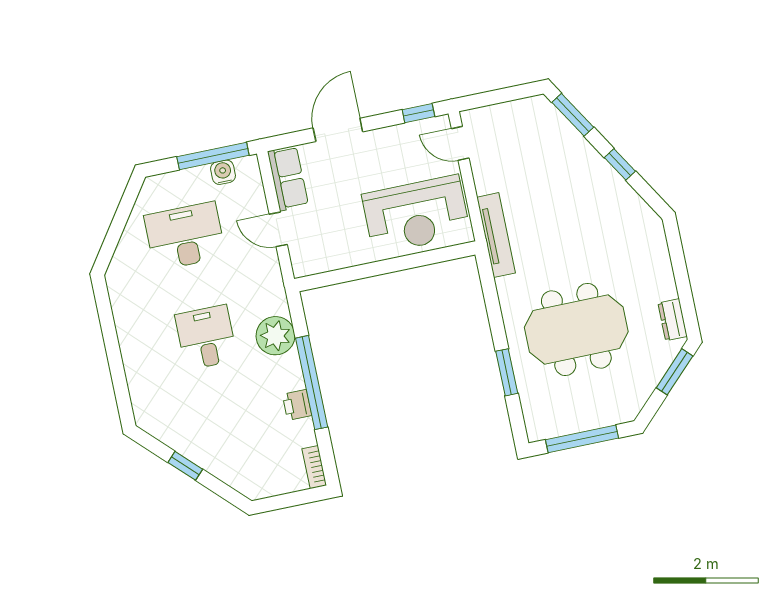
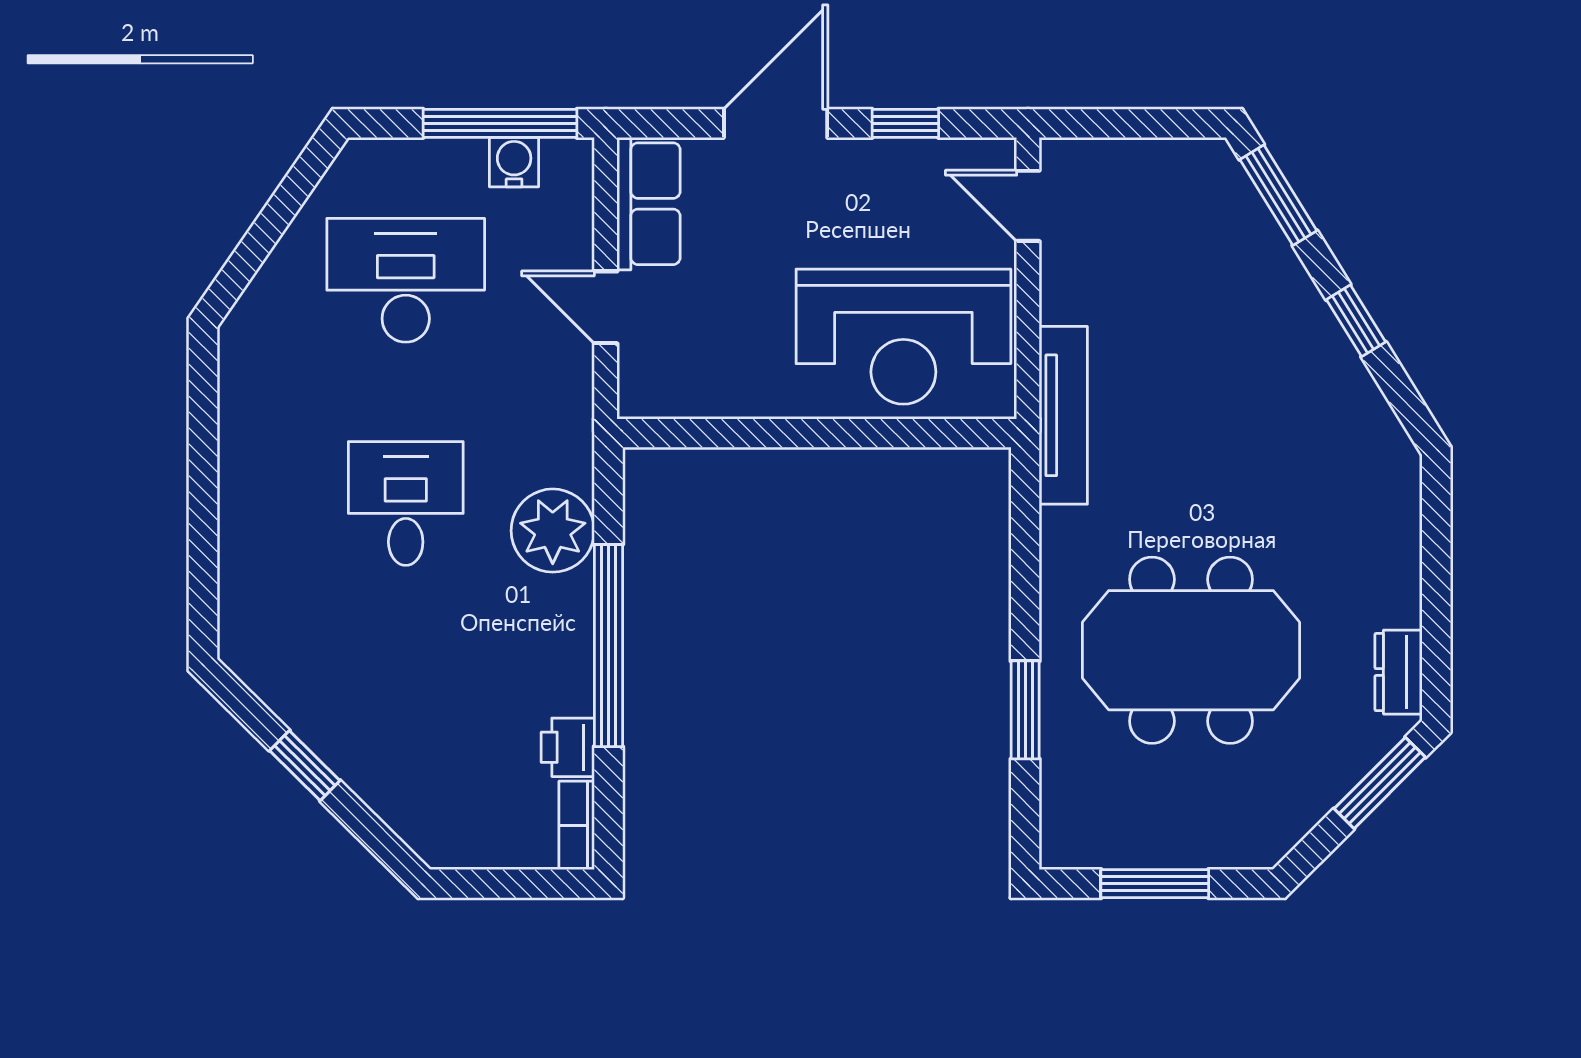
window: (418, 113) -> (905, 123), moved
printer: (297, 405) -> (568, 747), moved
window: (582, 439) -> (1155, 884), width x0.69

